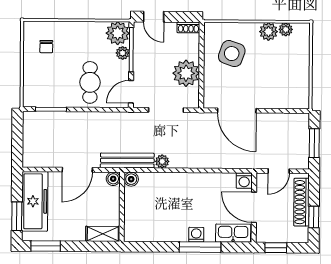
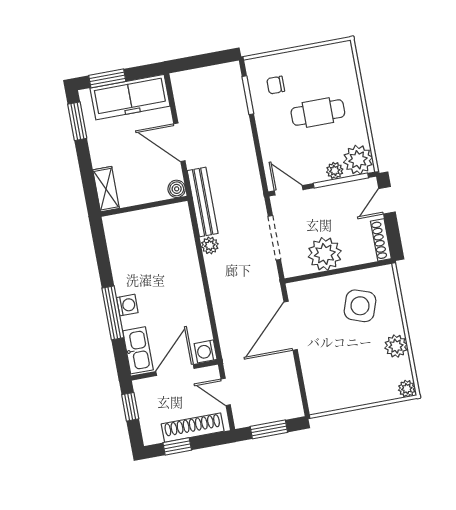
shoe rack: (188, 27) -> (381, 240), width x1.43
plant: (286, 29) -> (407, 389), moved
chair: (46, 47) -> (276, 85), moved
cafe table: (90, 82) -> (318, 113), moved
boiler: (131, 179) -> (180, 211), removed

